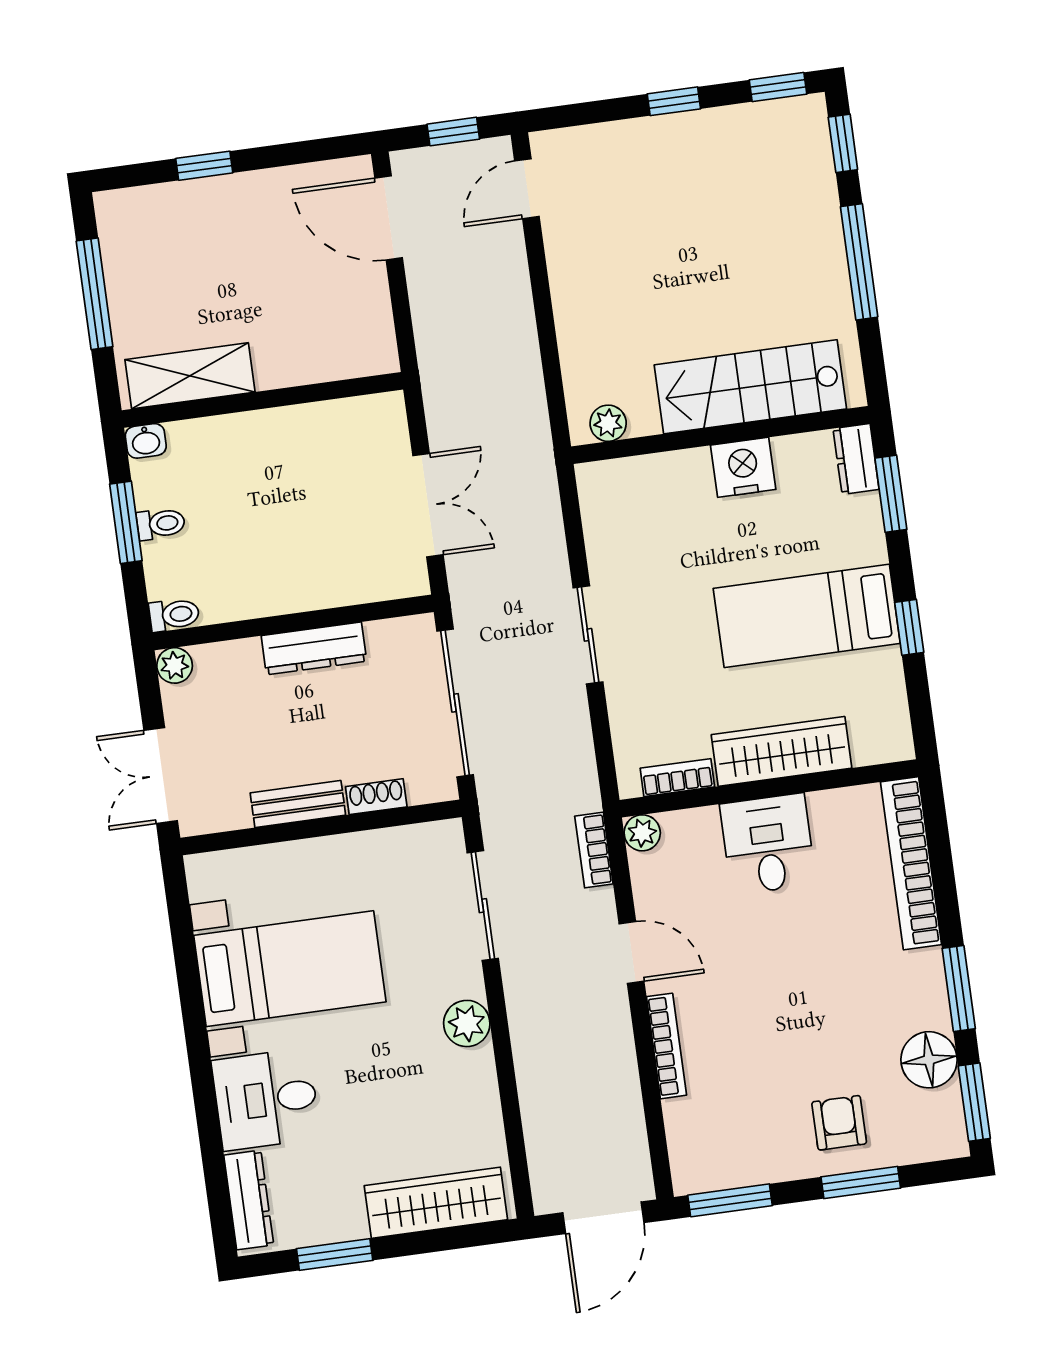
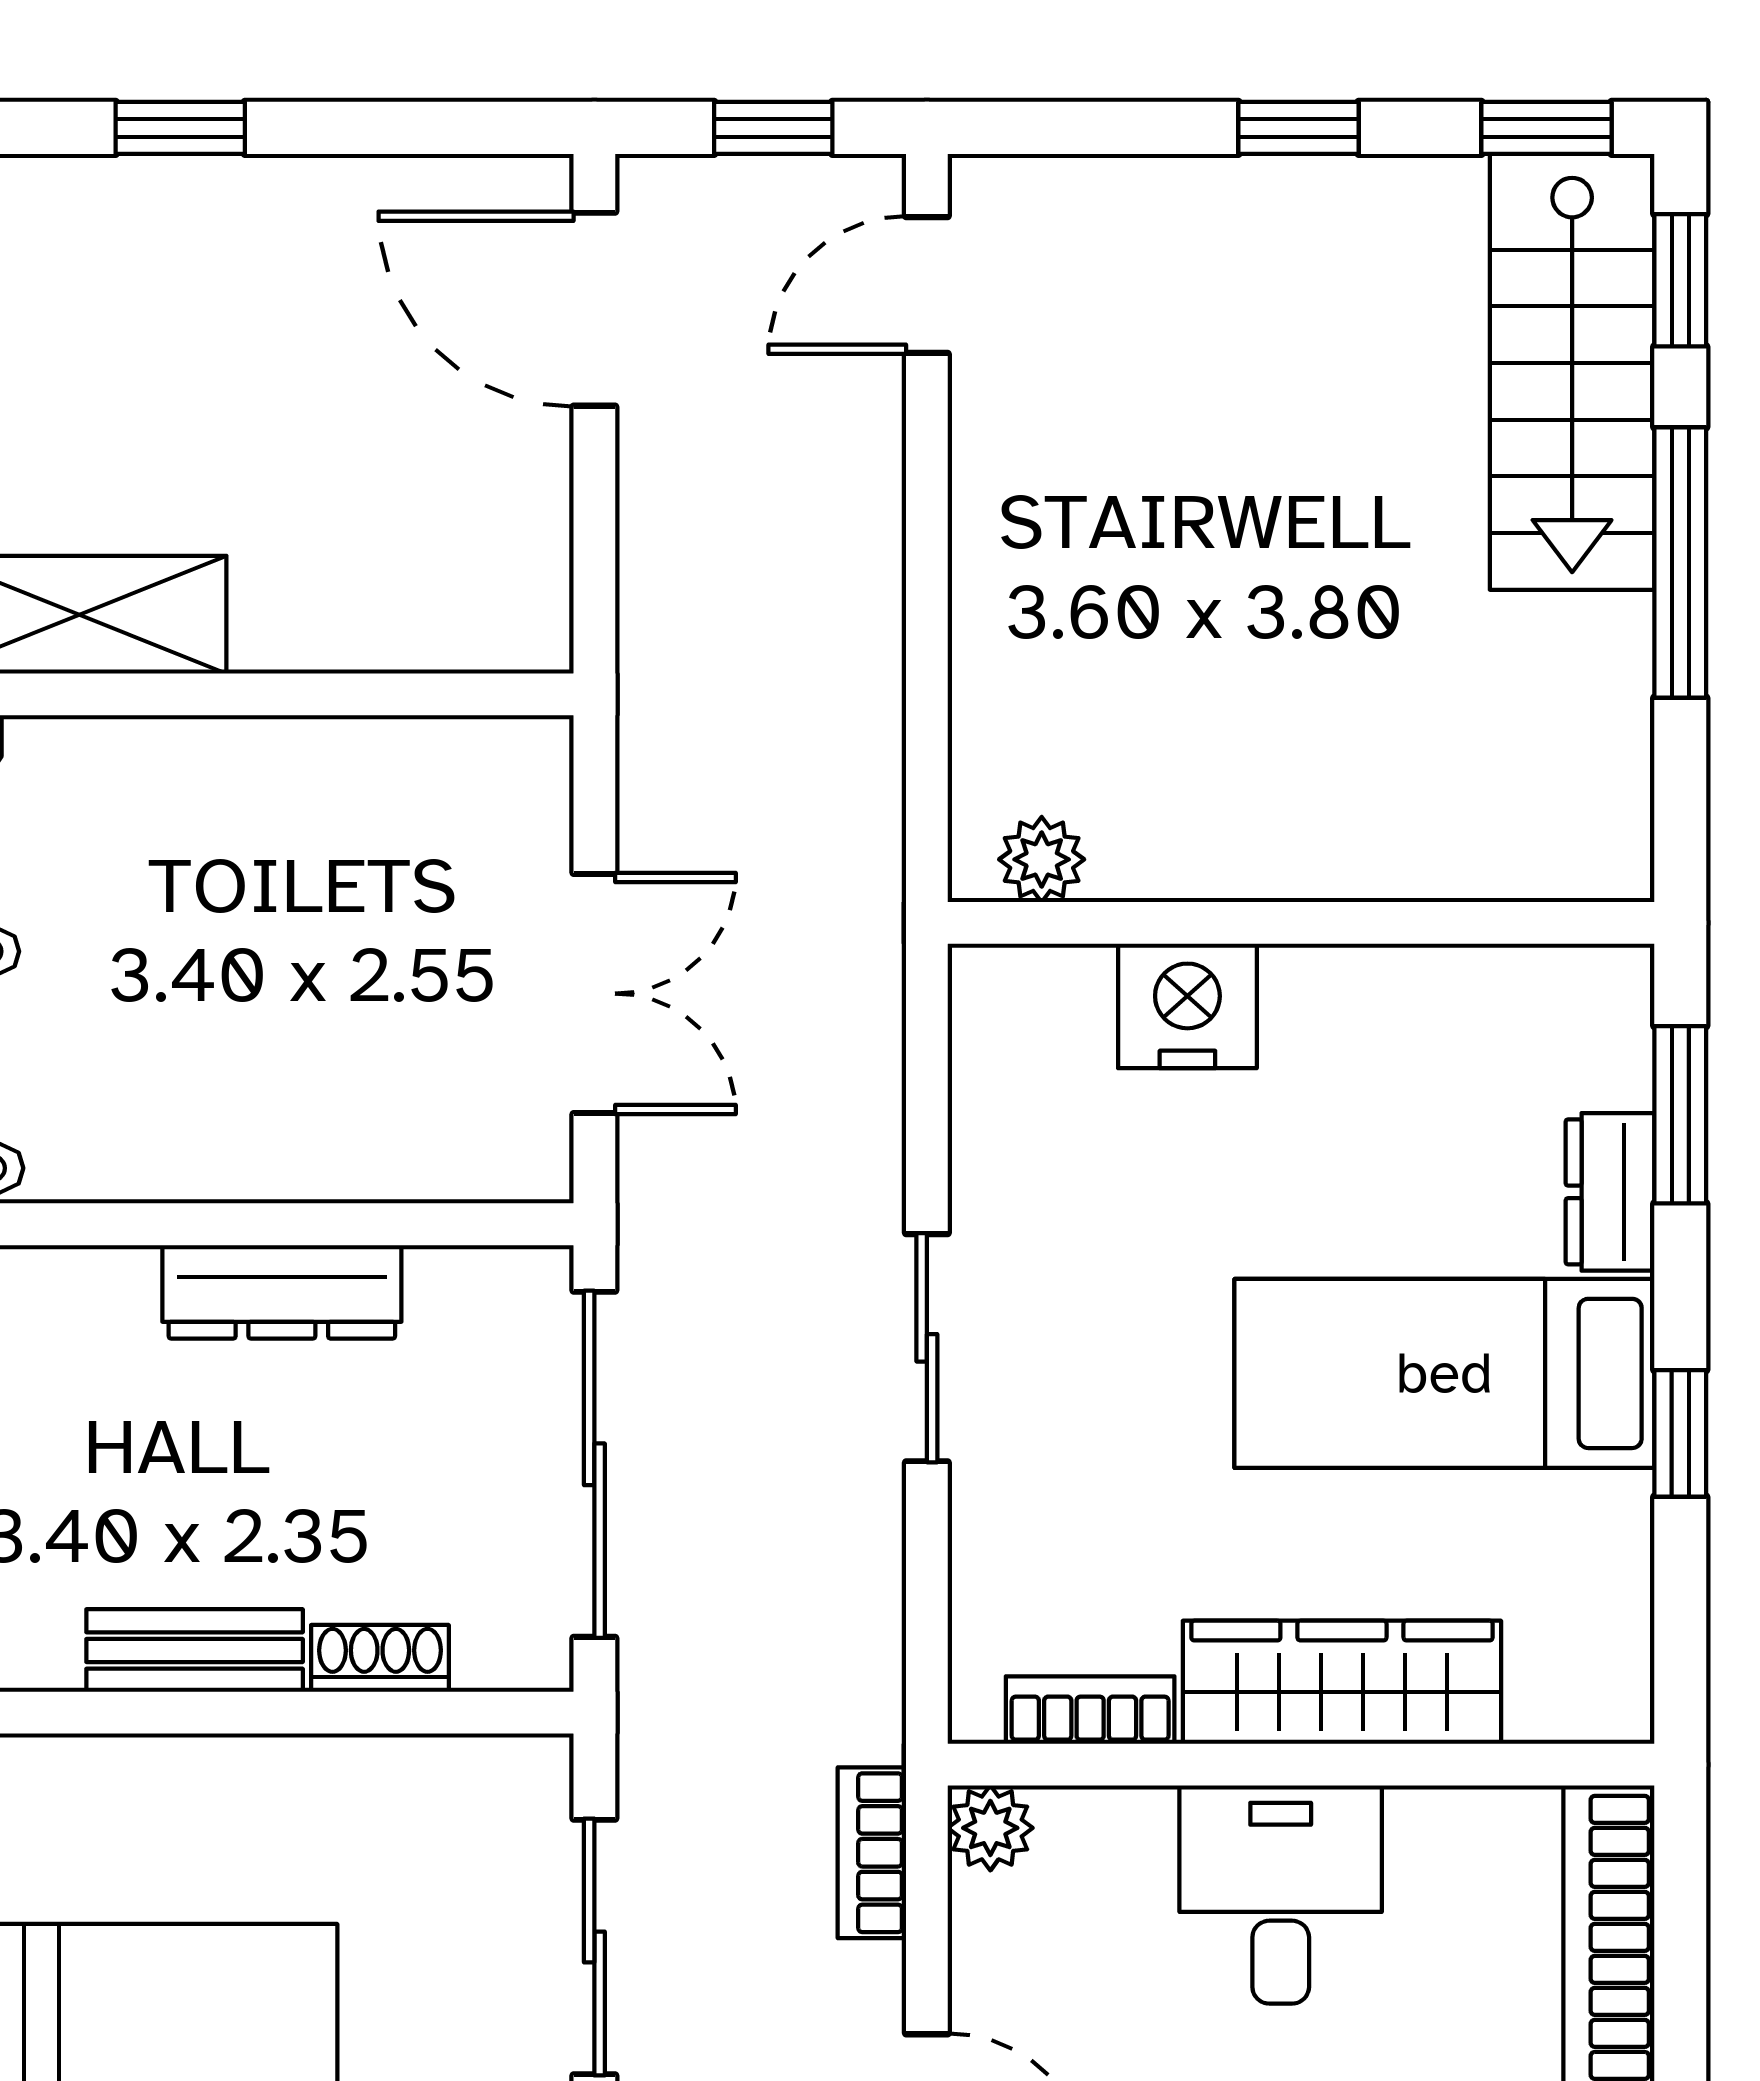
stairs: (750, 387) -> (1572, 372), moved, turned -90
dresser: (856, 459) -> (1610, 1192), moved
nightstand: (743, 467) -> (1187, 1006), moved

